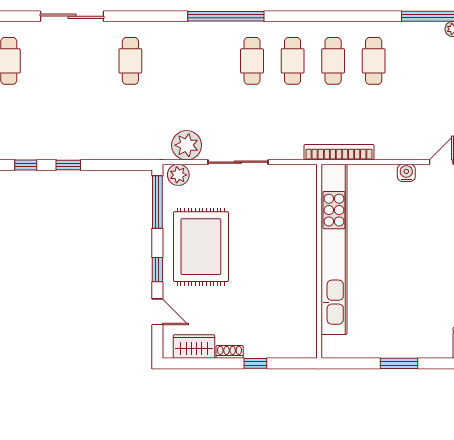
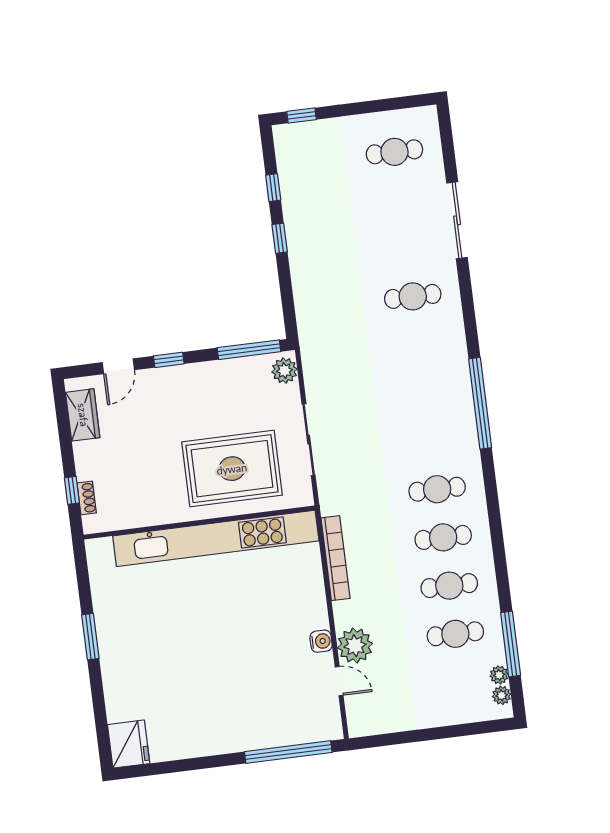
cafe table: (252, 61) -> (455, 634), moved
plant: (187, 145) -> (355, 646), moved
rug: (201, 247) -> (232, 469), moved
kitchen unit: (334, 249) -> (216, 538), moved
wall: (319, 261) -> (199, 522), moved
shoe rack: (230, 352) -> (87, 498), moved
window: (399, 363) -> (90, 637), moved

